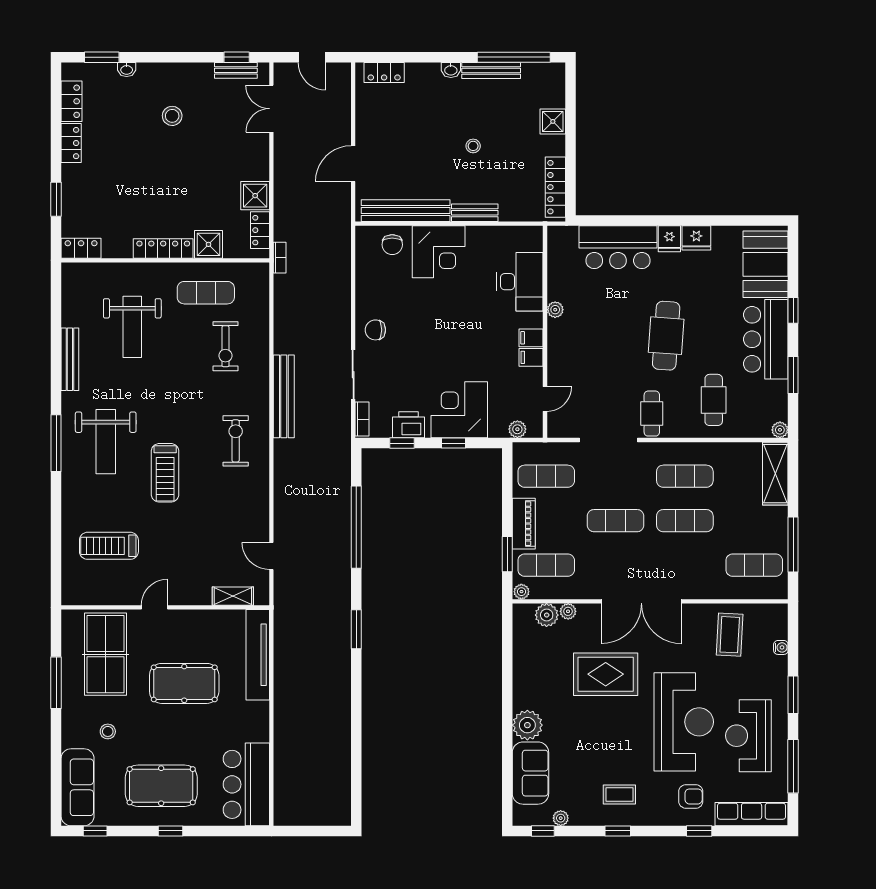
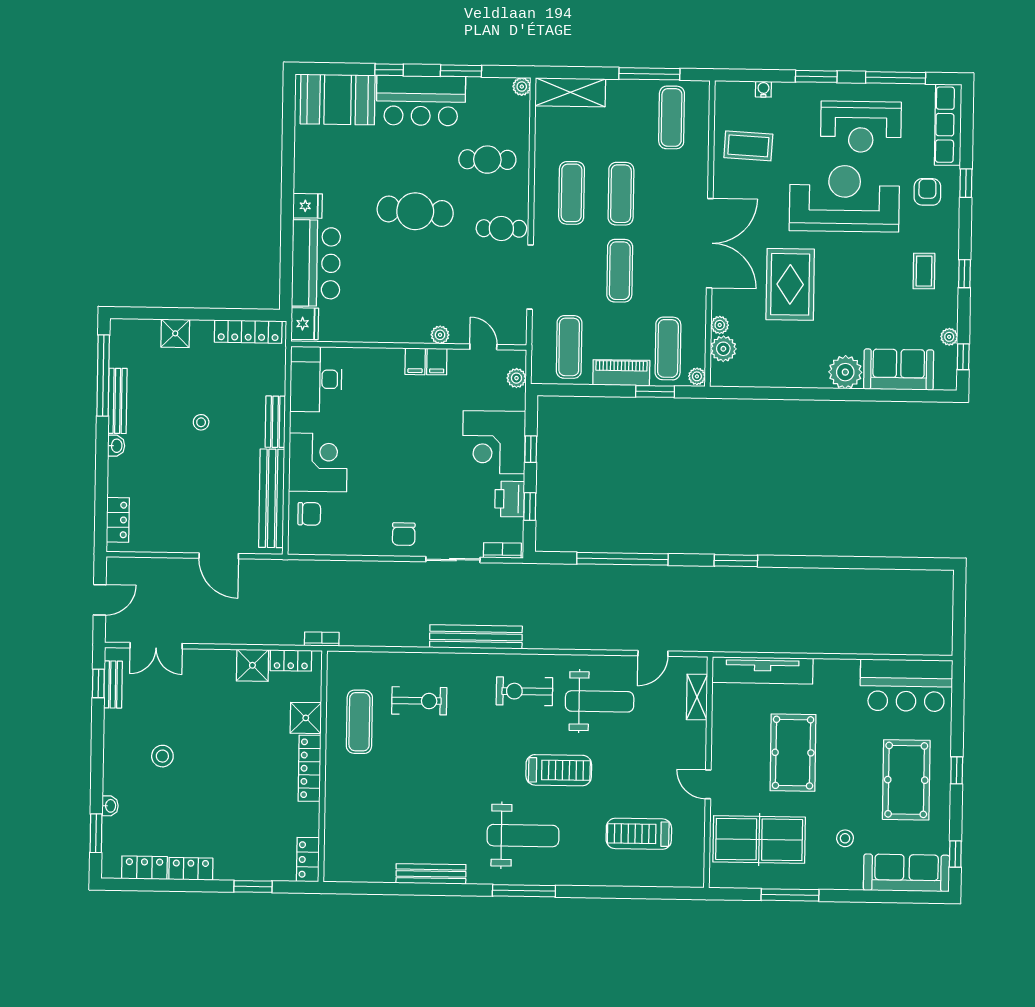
fridge: (696, 238) -> (305, 324), moved
desk: (520, 282) -> (316, 379), moved, turned -90
plant: (555, 310) -> (440, 335), moved
weight bench: (132, 327) -> (600, 701), moved
treadmill: (109, 546) -> (639, 834), turned 90

